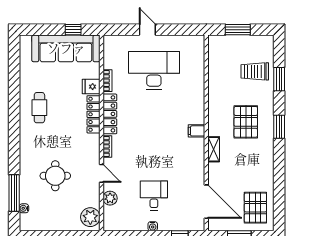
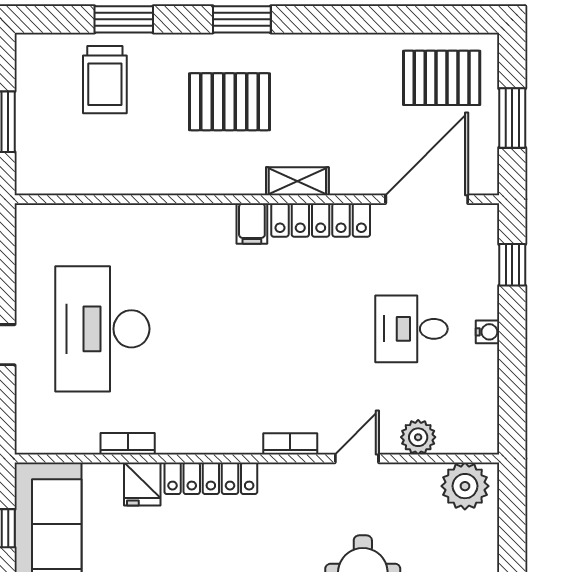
locker: (110, 114) -> (321, 220), moved, turned 180

